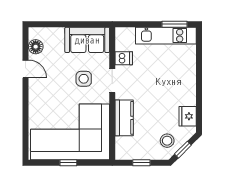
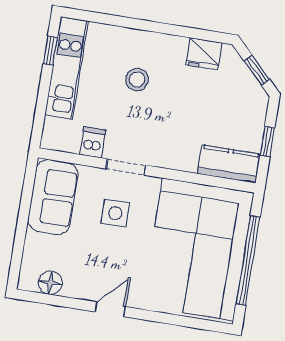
window: (175, 24) -> (50, 51), width x0.67
door: (26, 69) -> (110, 309), moved
kitchen counter: (124, 118) -> (229, 164), moved
stool: (167, 141) -> (137, 80), moved
window: (68, 163) -> (248, 260), width x3.17

